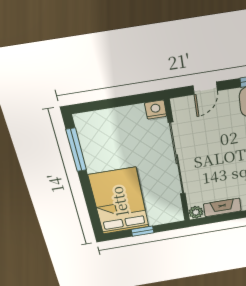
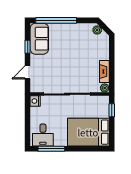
door: (205, 88) -> (28, 72), swing flipped
desk: (97, 132) -> (43, 135), added
window: (143, 231) -> (112, 110), moved

